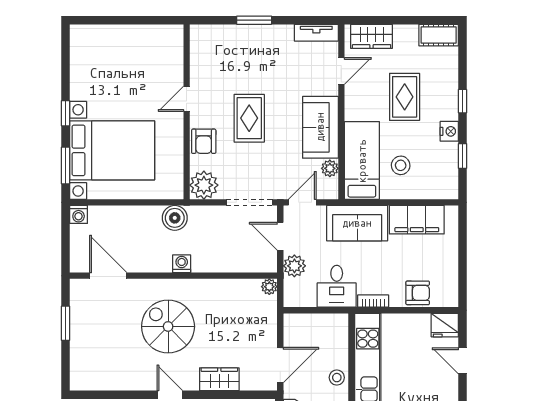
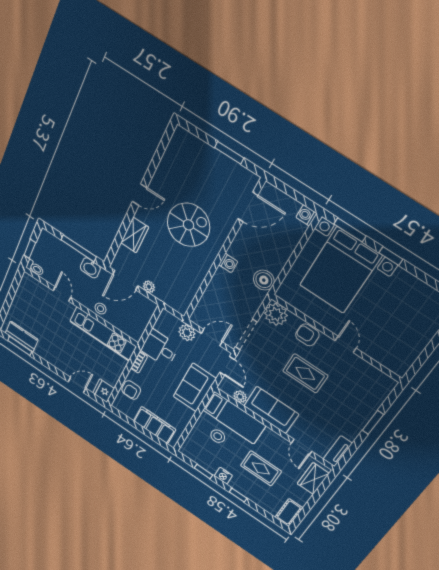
filing cabinet: (417, 220) -> (155, 425), moved, turned 90
plant: (269, 287) -> (149, 287), moved
door: (280, 365) -> (125, 280), hinge flipped

